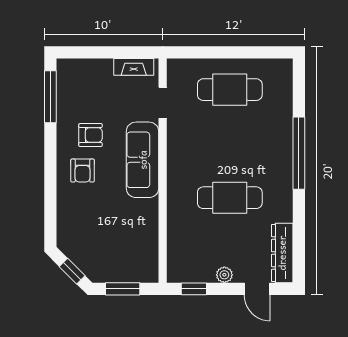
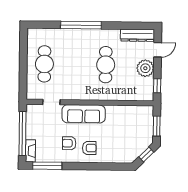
window: (107, 52) -> (22, 133), added
fireplace: (134, 67) -> (30, 151), moved
armchair: (90, 135) -> (69, 143), turned -90
plant: (224, 275) -> (145, 68), width x1.88, depth x1.88

